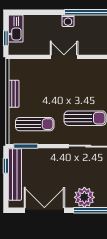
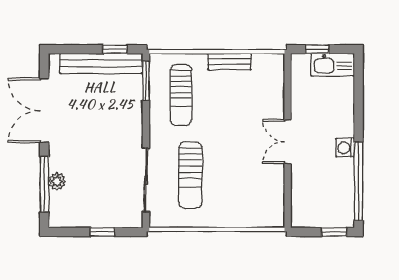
double door: (64, 57) -> (288, 141), swing flipped
plant: (84, 197) -> (57, 181), width x0.53, depth x0.53
double door: (44, 210) -> (44, 110), swing flipped

